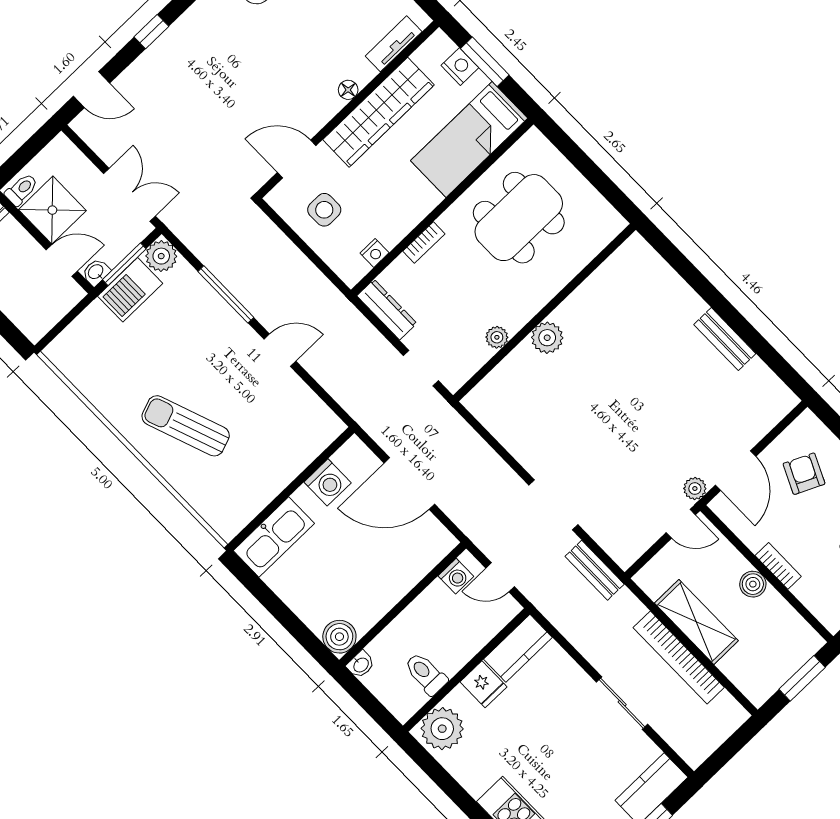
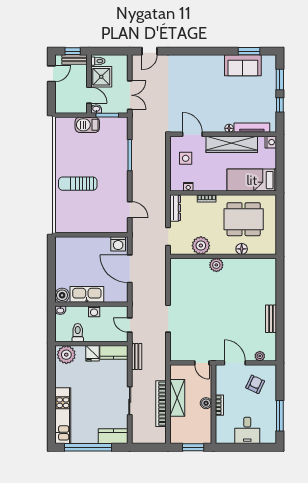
window: (151, 32) -> (186, 51), removed
tv unit: (394, 44) -> (252, 128), width x1.41
window: (485, 62) -> (280, 161), removed
nightstand: (460, 67) -> (271, 142), moved
door: (92, 90) -> (150, 51), hinge flipped
plant: (161, 256) -> (121, 124), removed
floor lamp: (563, 270) -> (242, 249), added
barbecue: (130, 290) -> (87, 125), moved
plant: (497, 337) -> (201, 246), width x1.88, depth x1.88
door: (280, 350) -> (130, 210), moved
sun lounger: (186, 426) -> (78, 184), turned -70
door: (736, 471) -> (235, 363), swing flipped
washing machine: (328, 482) -> (118, 244), moved
plant: (695, 489) -> (260, 356), moved
kitchen sink: (274, 537) -> (87, 294), moved, turned 180
bench: (595, 570) -> (137, 357), moved
washing machine: (456, 576) -> (94, 311), moved

